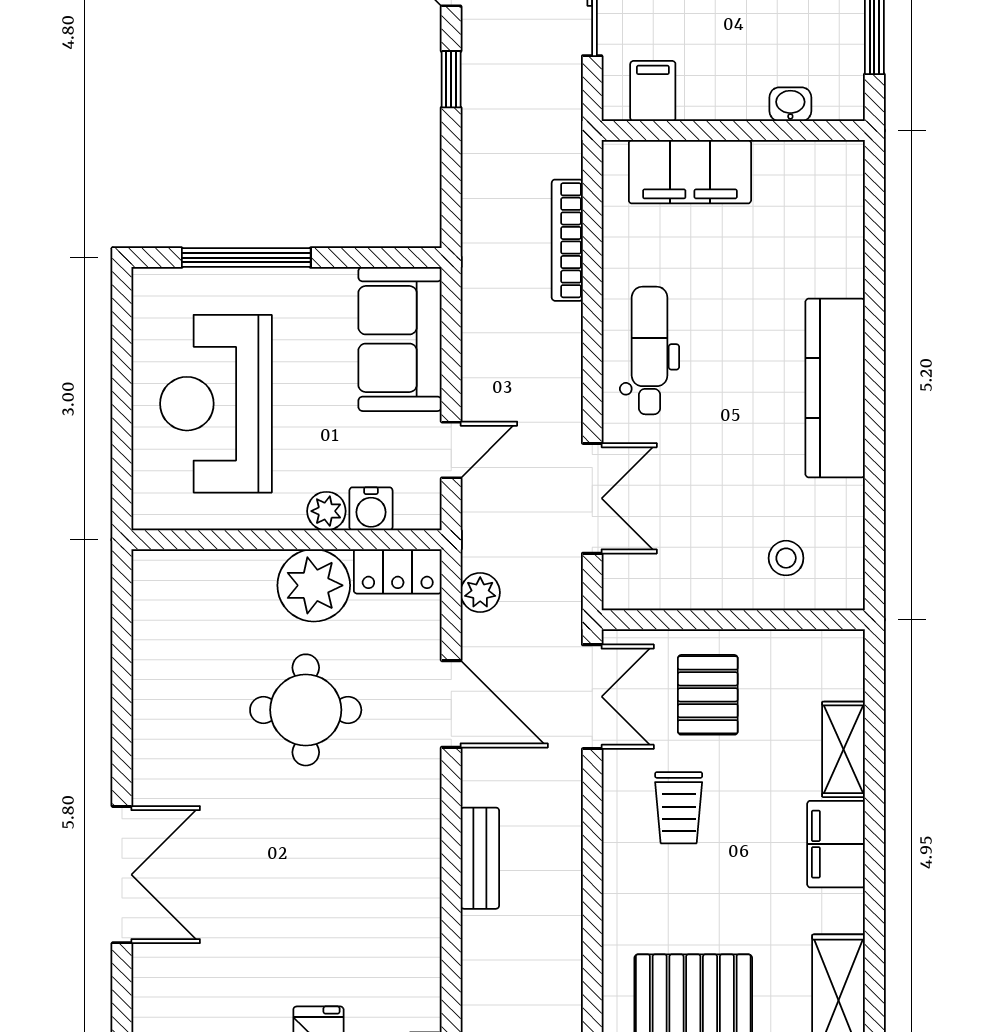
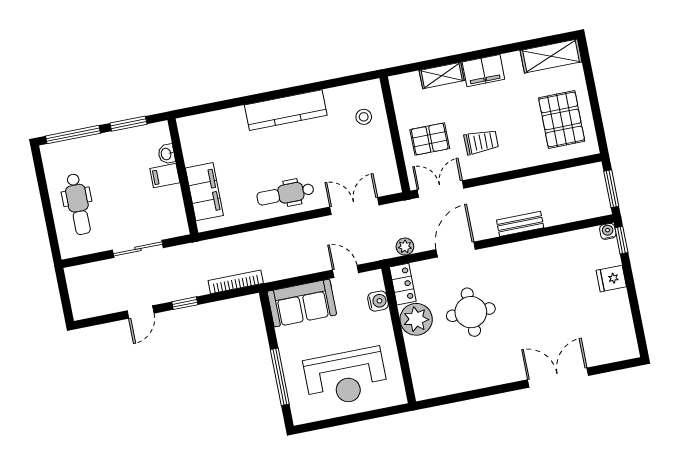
filing cabinet: (653, 91) -> (165, 176), moved
bookcase: (567, 240) -> (236, 282), moved, turned 180
plant: (326, 511) -> (383, 320), removed

